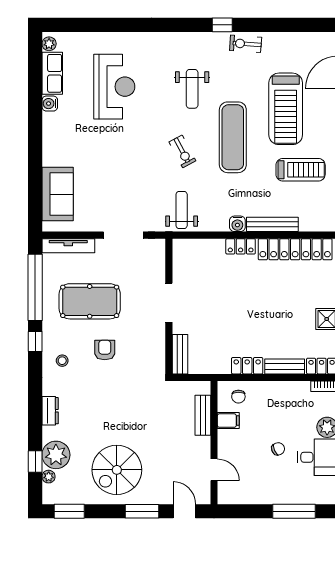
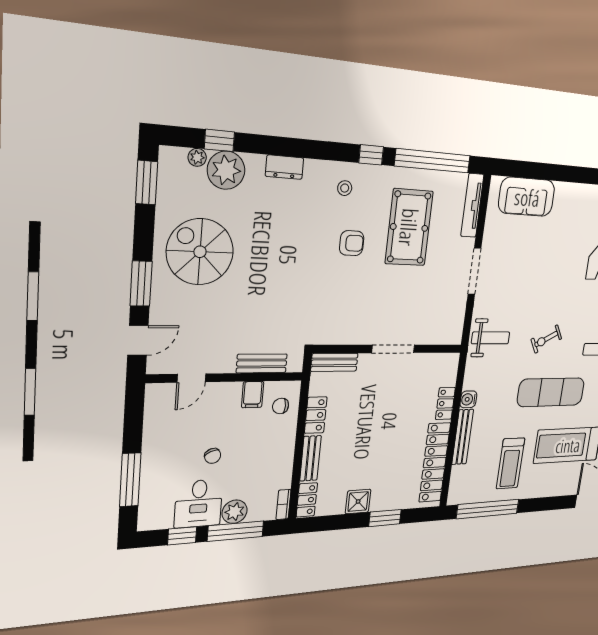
doorway: (169, 303) -> (393, 349), moved
wall: (169, 306) -> (389, 349), moved
bench: (180, 354) -> (334, 362), moved

